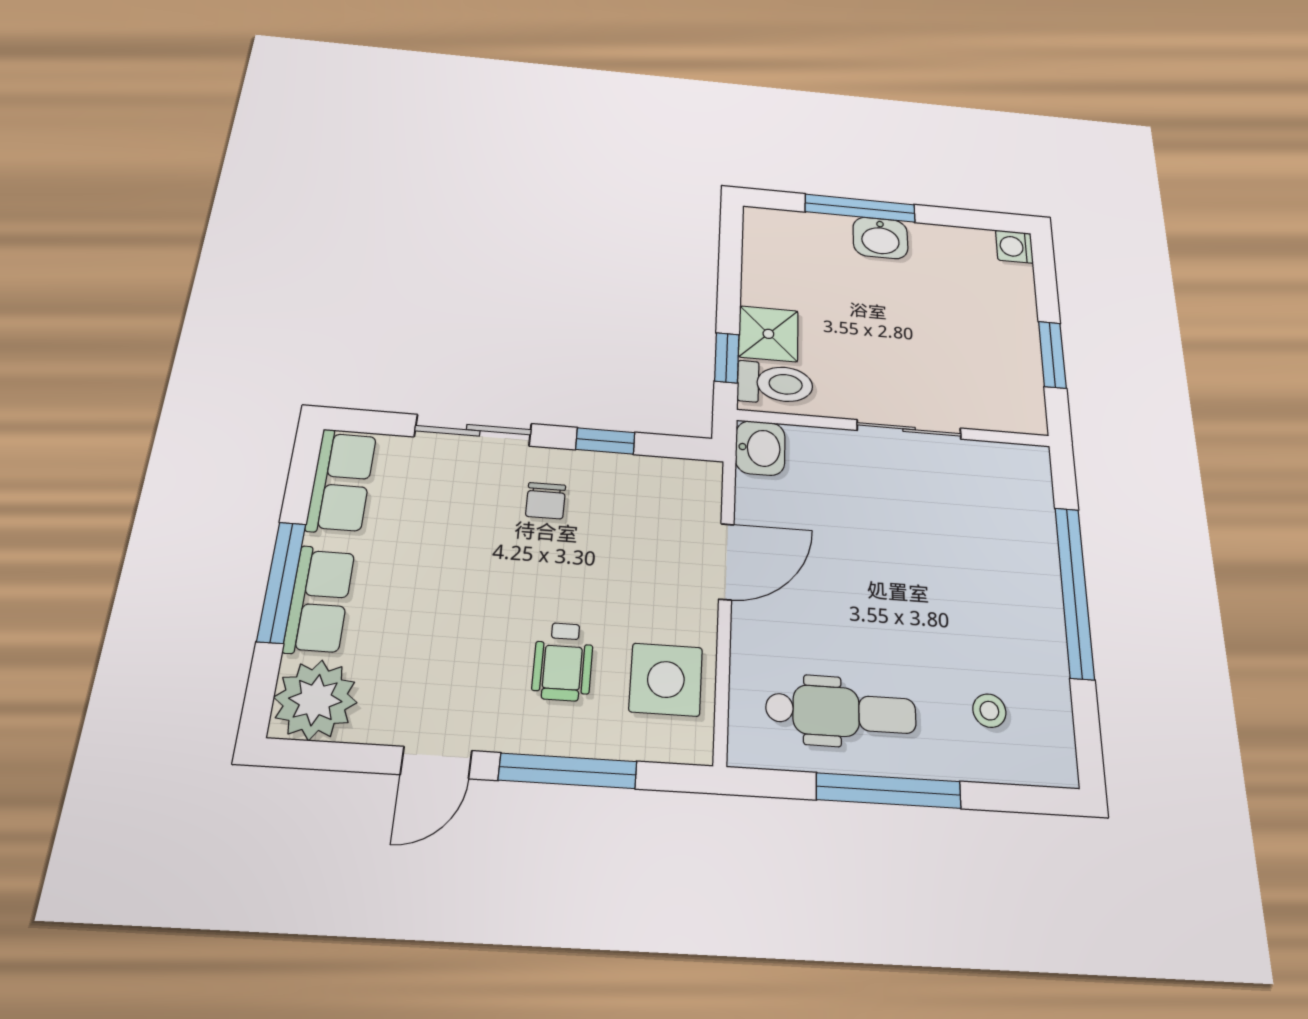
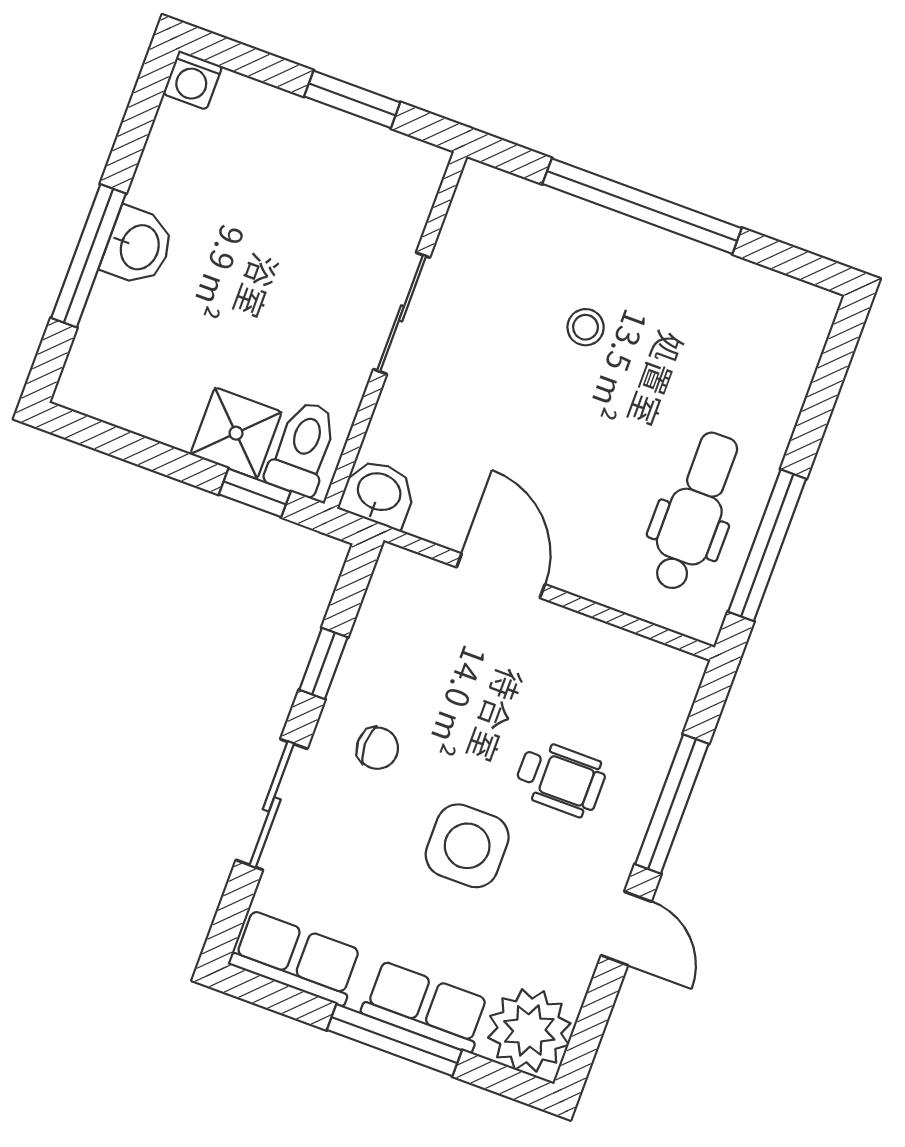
side table: (666, 680) -> (467, 846), moved
stool: (989, 711) -> (586, 327), moved
window: (889, 791) -> (767, 545), moved

